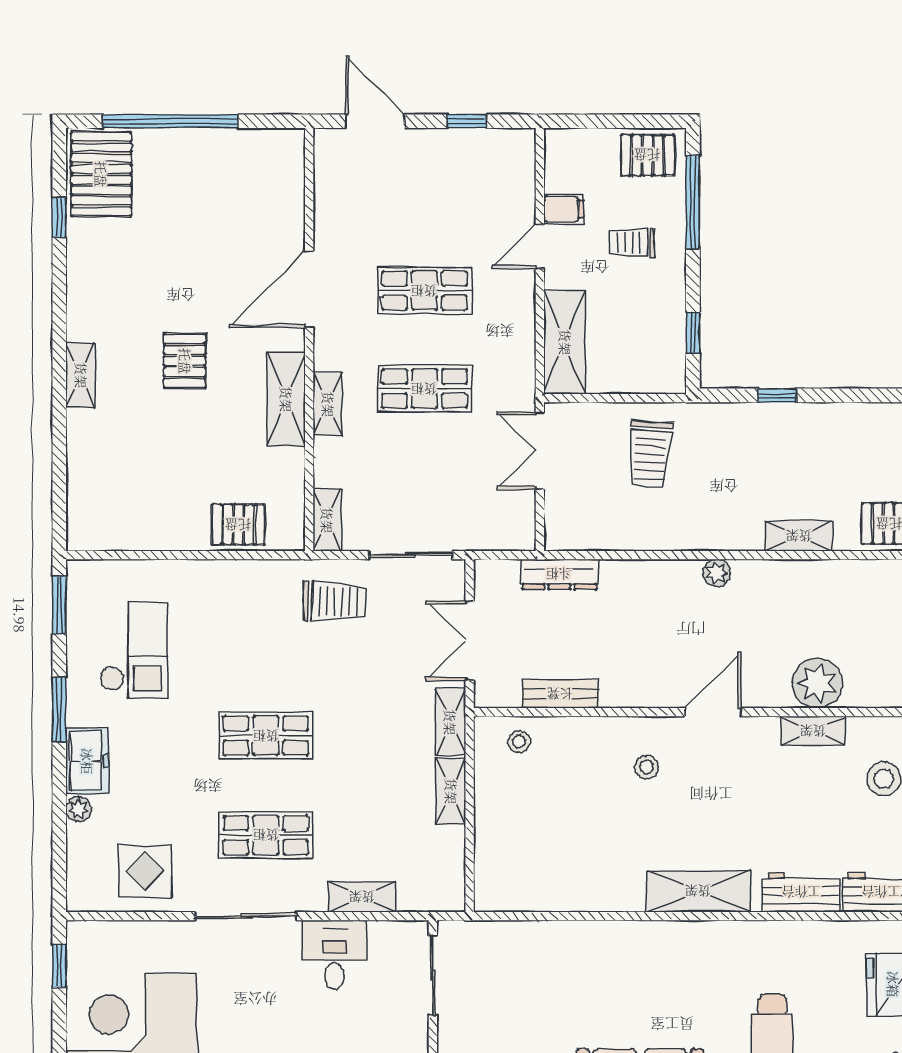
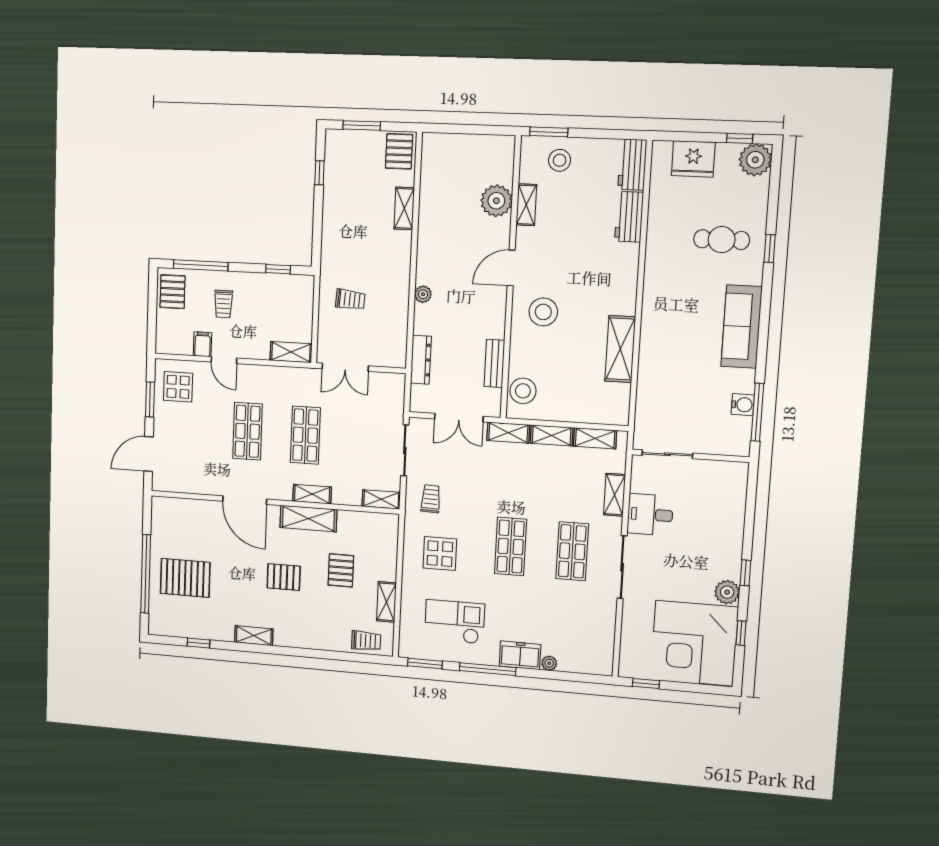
window: (467, 121) -> (150, 399), width x1.50
display table: (491, 169) -> (178, 387), added
pallet: (101, 174) -> (185, 578), moved
shelving: (565, 342) -> (291, 352), width x0.67, depth x0.75
shelving: (81, 375) -> (254, 636), moved
window: (777, 395) -> (319, 173), moved
trolley: (650, 454) -> (350, 299), width x0.73, depth x0.72
trolley: (89, 505) -> (366, 641), added
pallet: (238, 525) -> (341, 570), moved
shelving: (157, 536) -> (386, 602), added
plant: (717, 573) -> (423, 294), moved
trolley: (334, 601) -> (431, 499), width x0.73, depth x0.72
window: (59, 709) -> (488, 669), width x1.44
door: (713, 712) -> (511, 268), hinge flipped
stool: (519, 742) -> (523, 391), width x1.89, depth x1.89
stool: (646, 767) -> (543, 312), width x1.89, depth x1.89
shelving: (451, 860) -> (595, 438), added
display table: (145, 871) -> (440, 554), moved
shelving: (698, 891) -> (620, 349), moved

